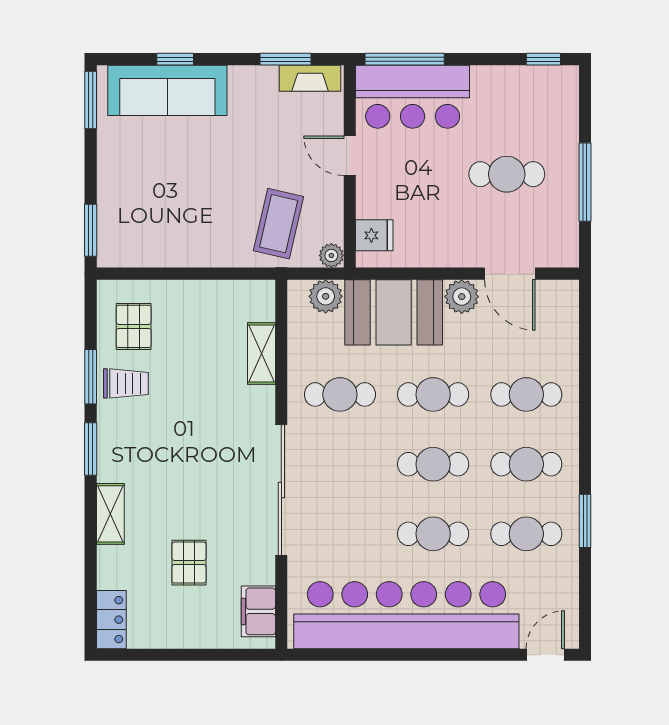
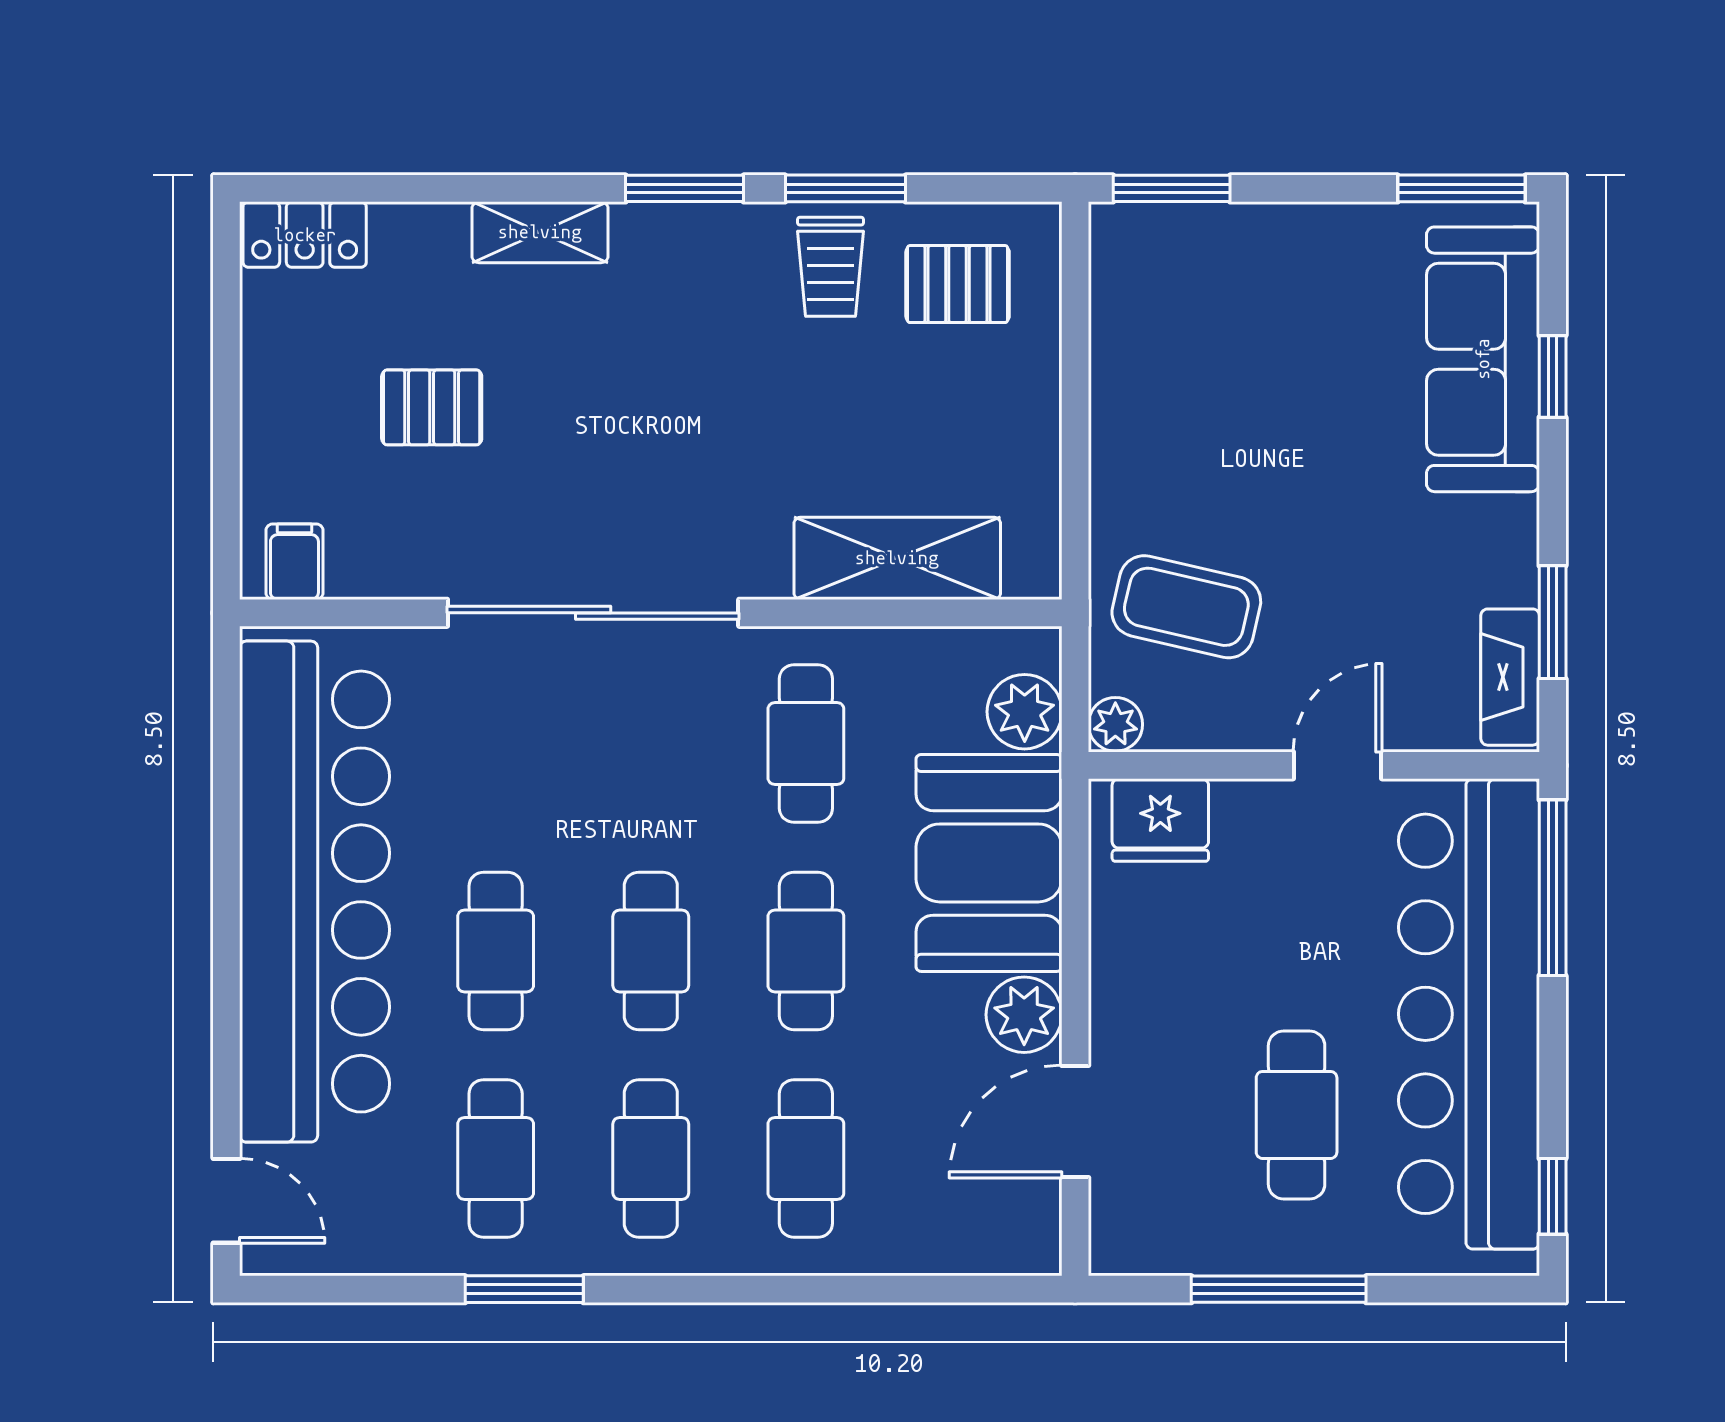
bar counter: (413, 97) -> (1469, 1014), width x1.86
fridge: (374, 235) -> (1160, 820), width x1.38
shelving: (261, 353) -> (897, 558), width x1.50, depth x1.33
filing cabinet: (258, 611) -> (294, 562), width x0.50

